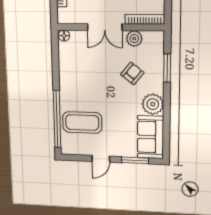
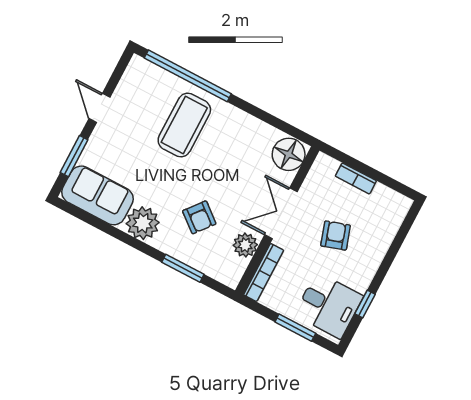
floor lamp: (64, 36) -> (289, 154), width x1.89, depth x1.89
coffee table: (82, 122) -> (184, 125), moved

